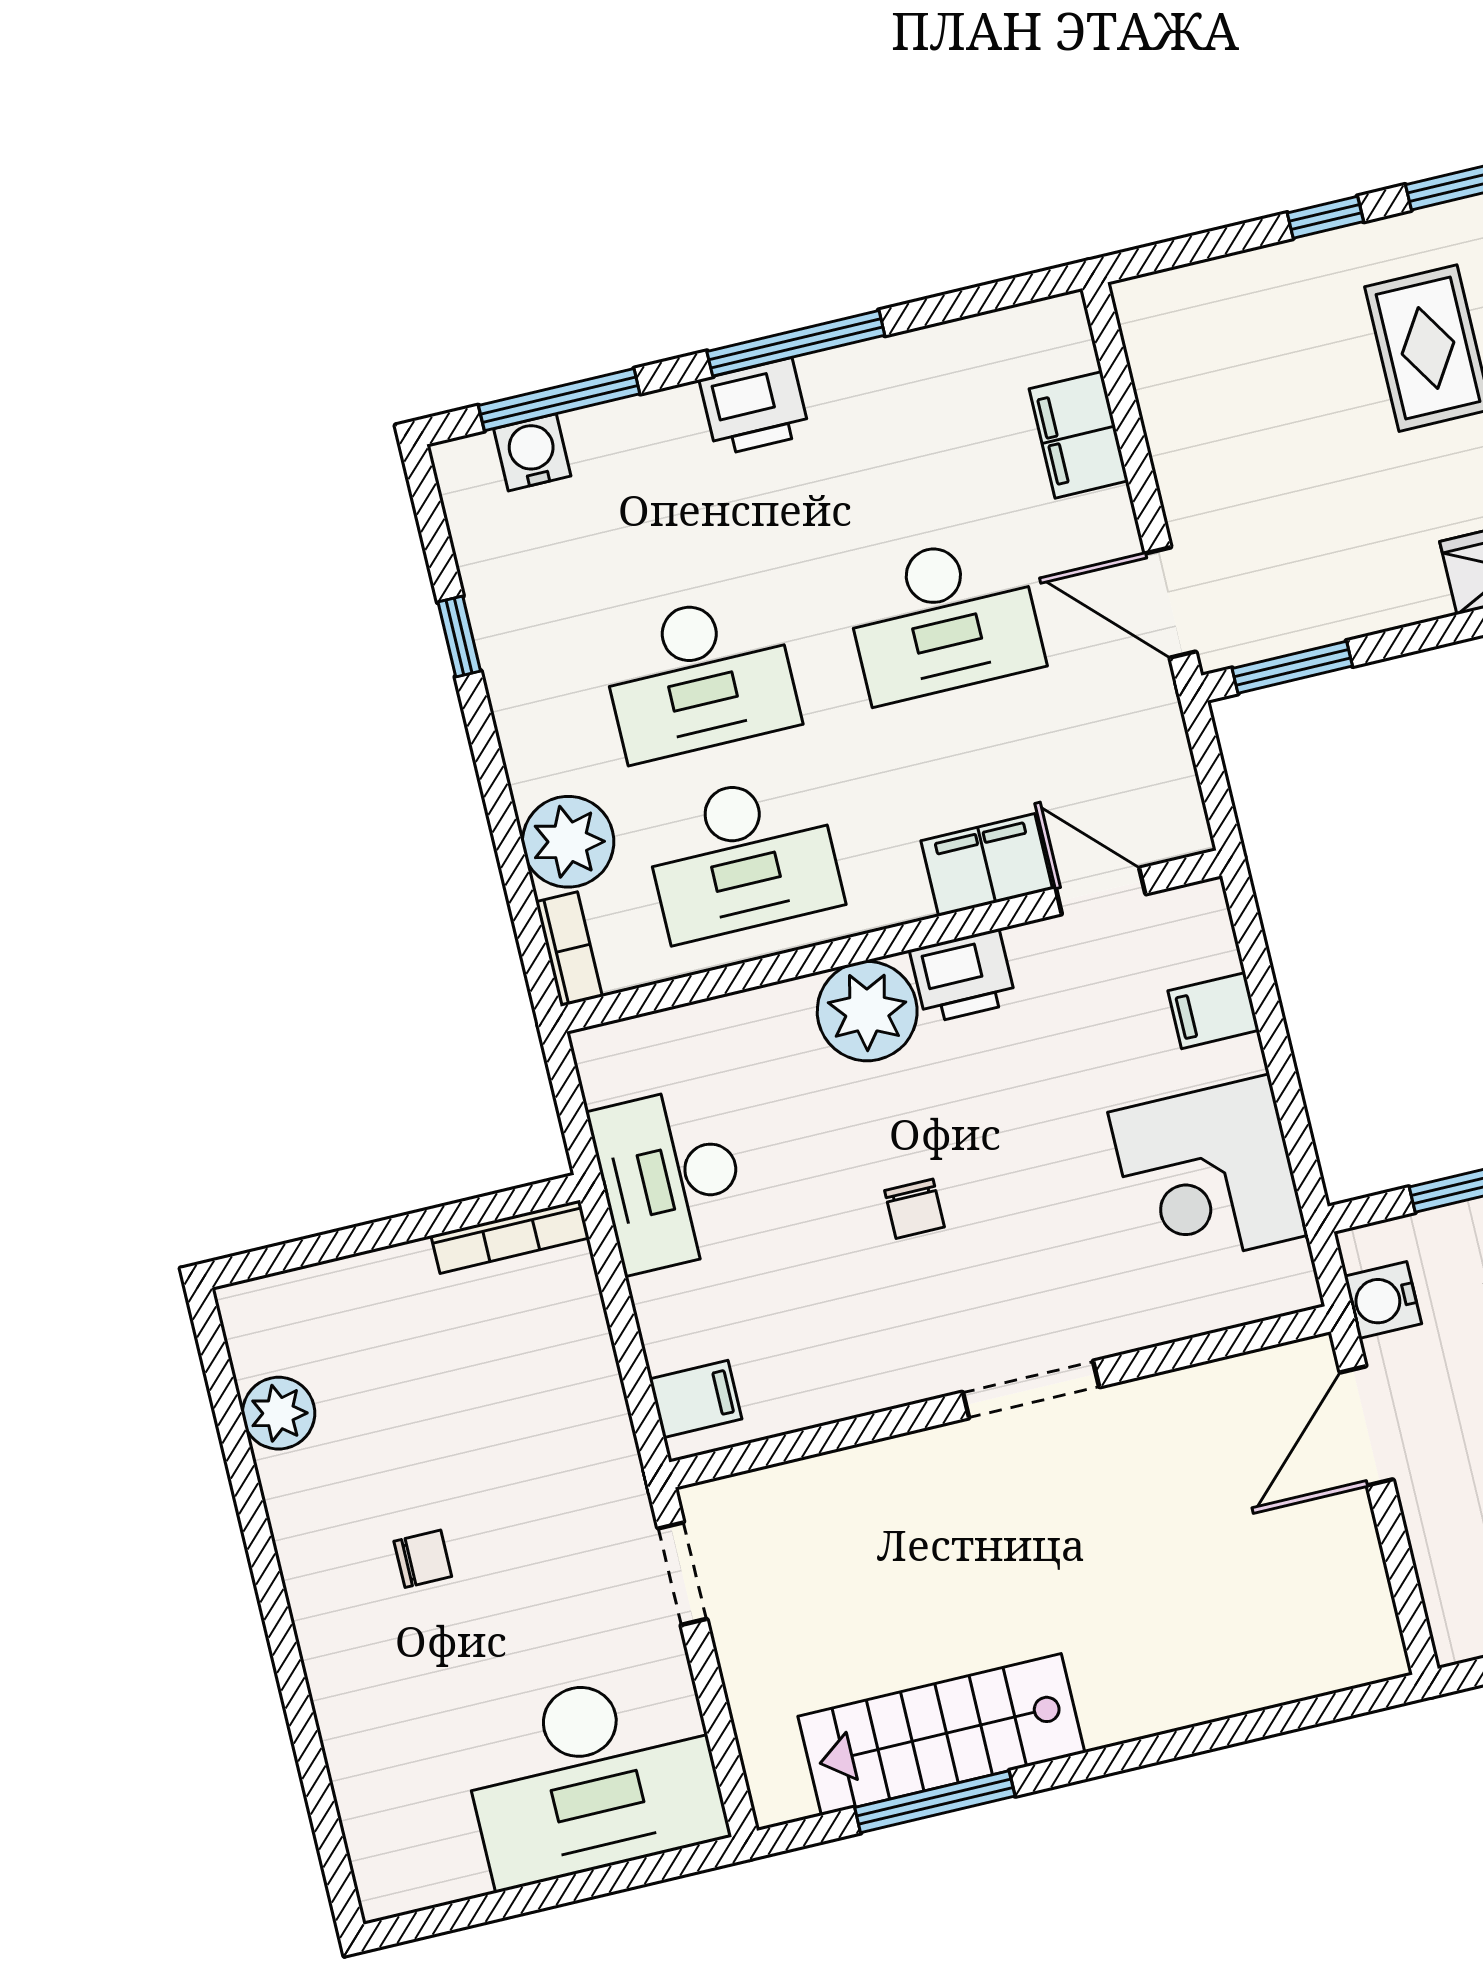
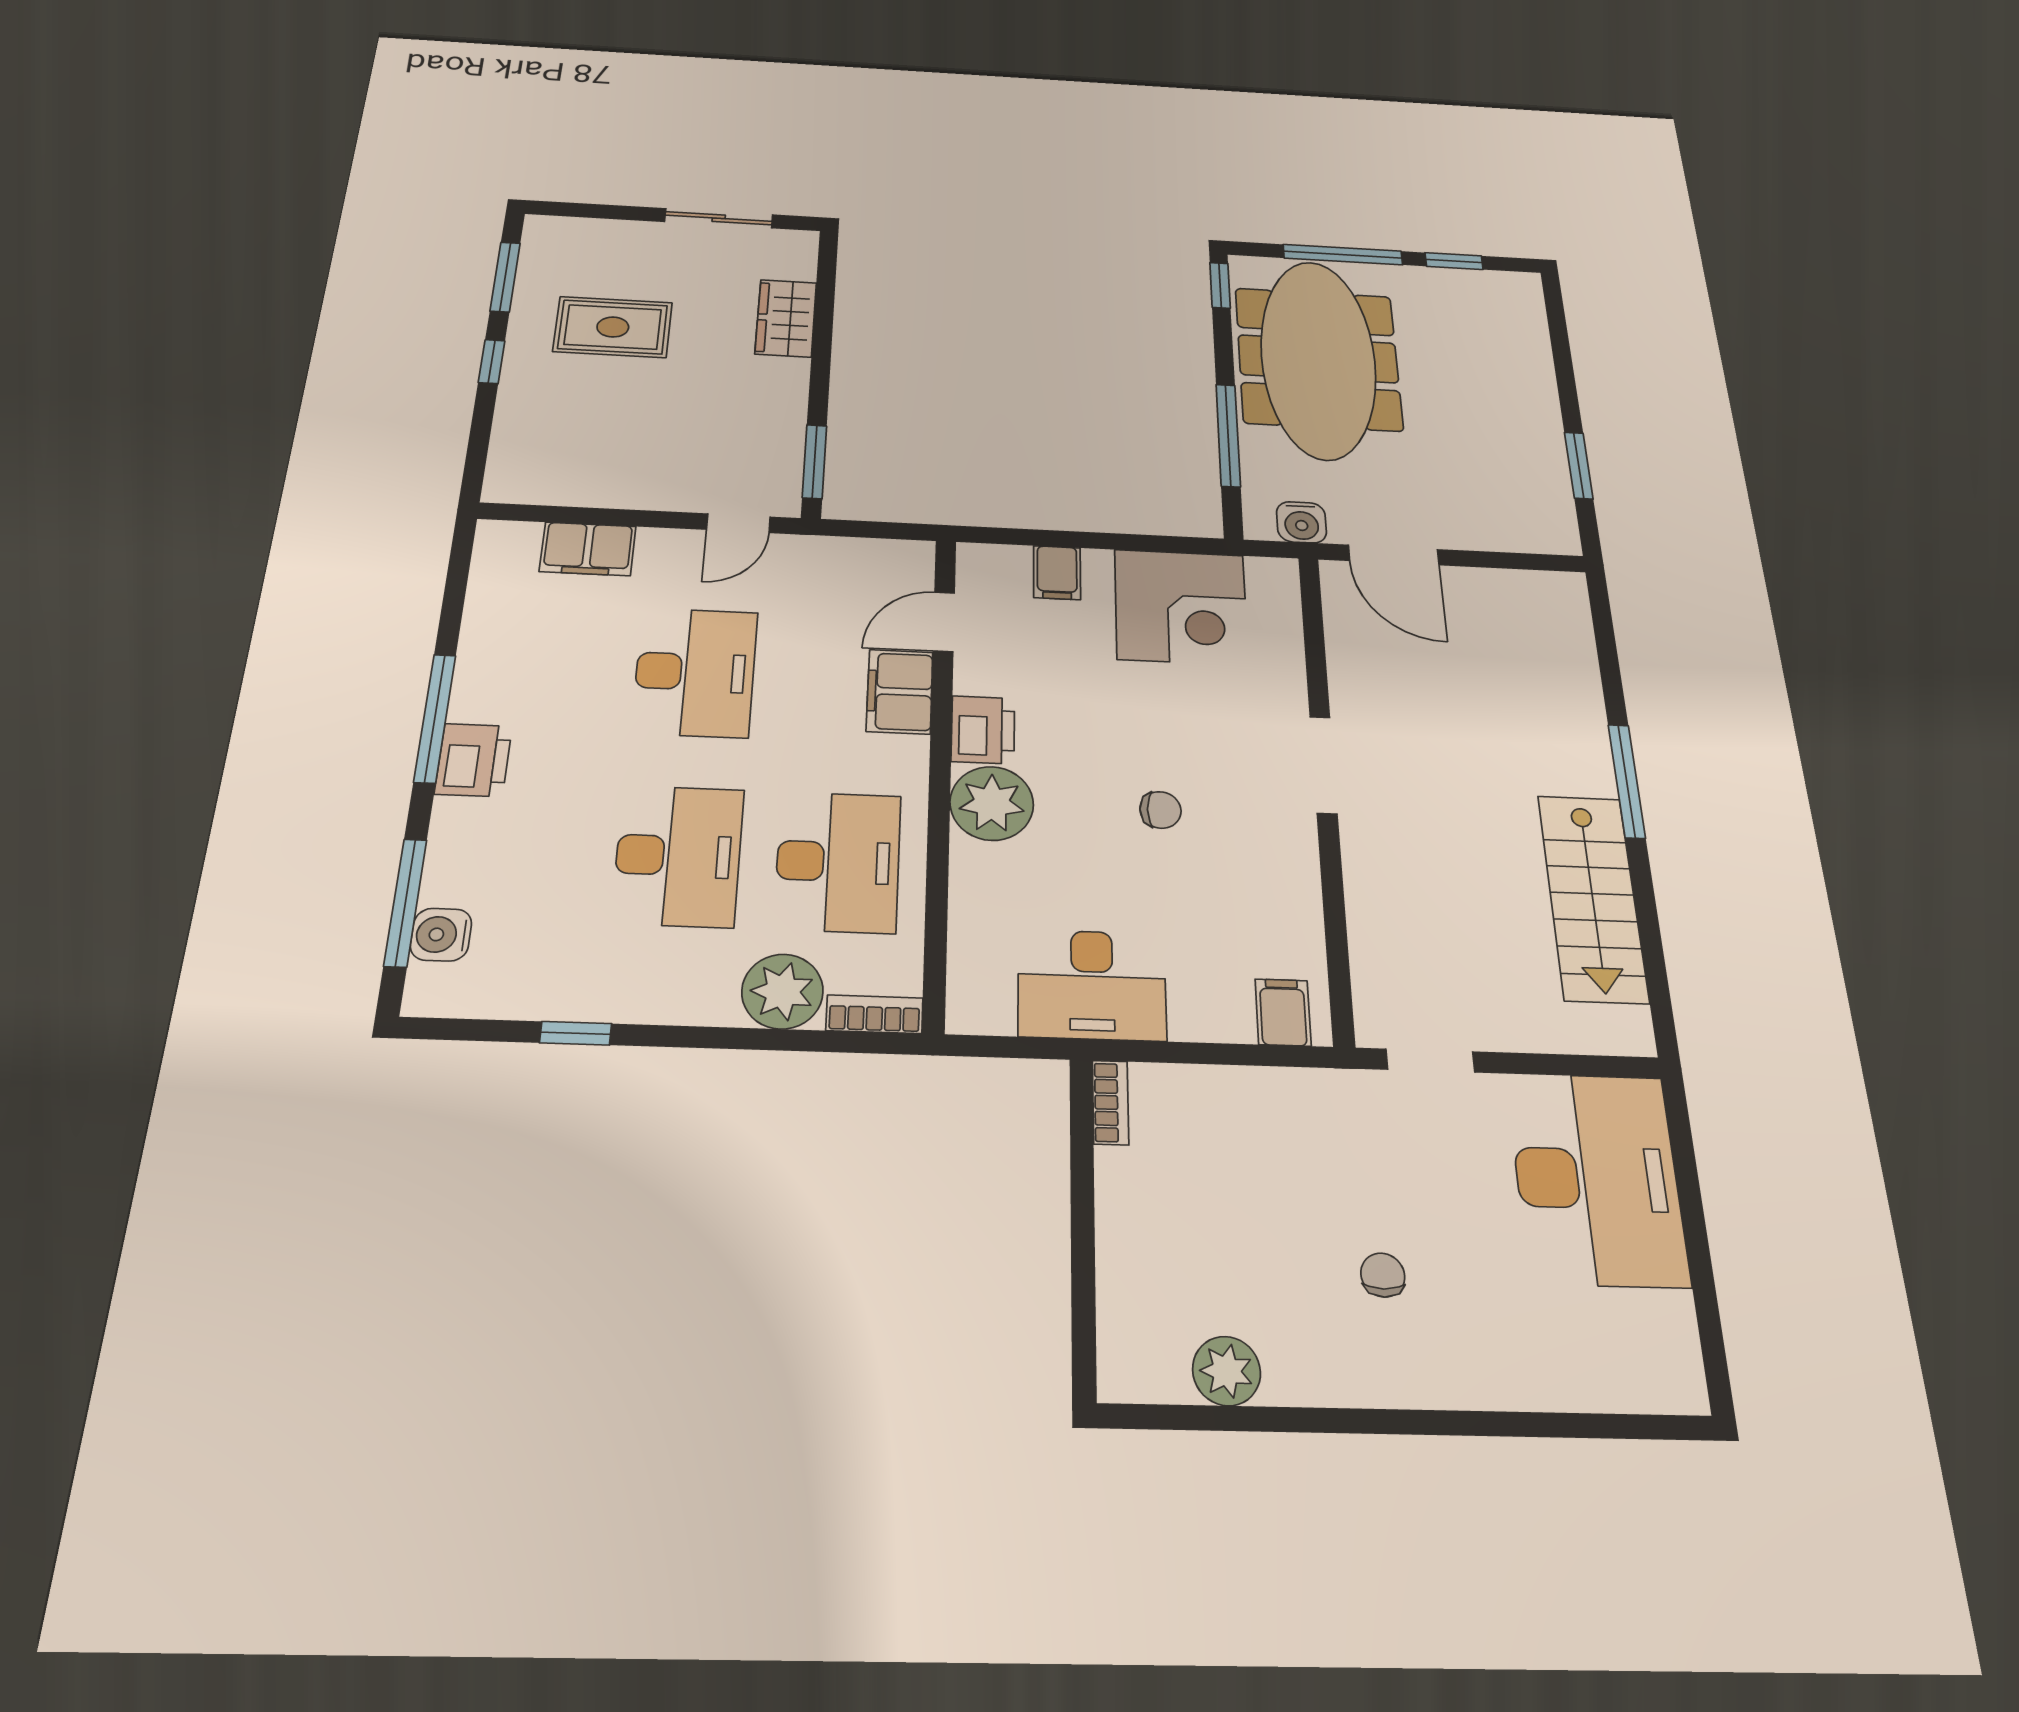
door: (1170, 603) -> (738, 523), width x0.73
bookcase: (510, 1237) -> (1111, 1102), width x0.64
window: (935, 1802) -> (1627, 781), moved

